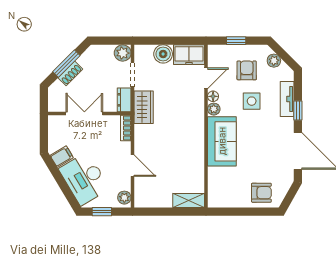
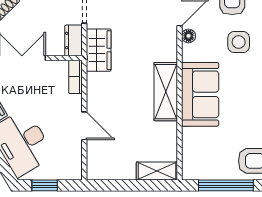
plant: (214, 109) -> (189, 52), removed
shelving: (195, 139) -> (166, 92), added
plant: (124, 198) -> (74, 167), removed
window: (242, 212) -> (226, 185), added

